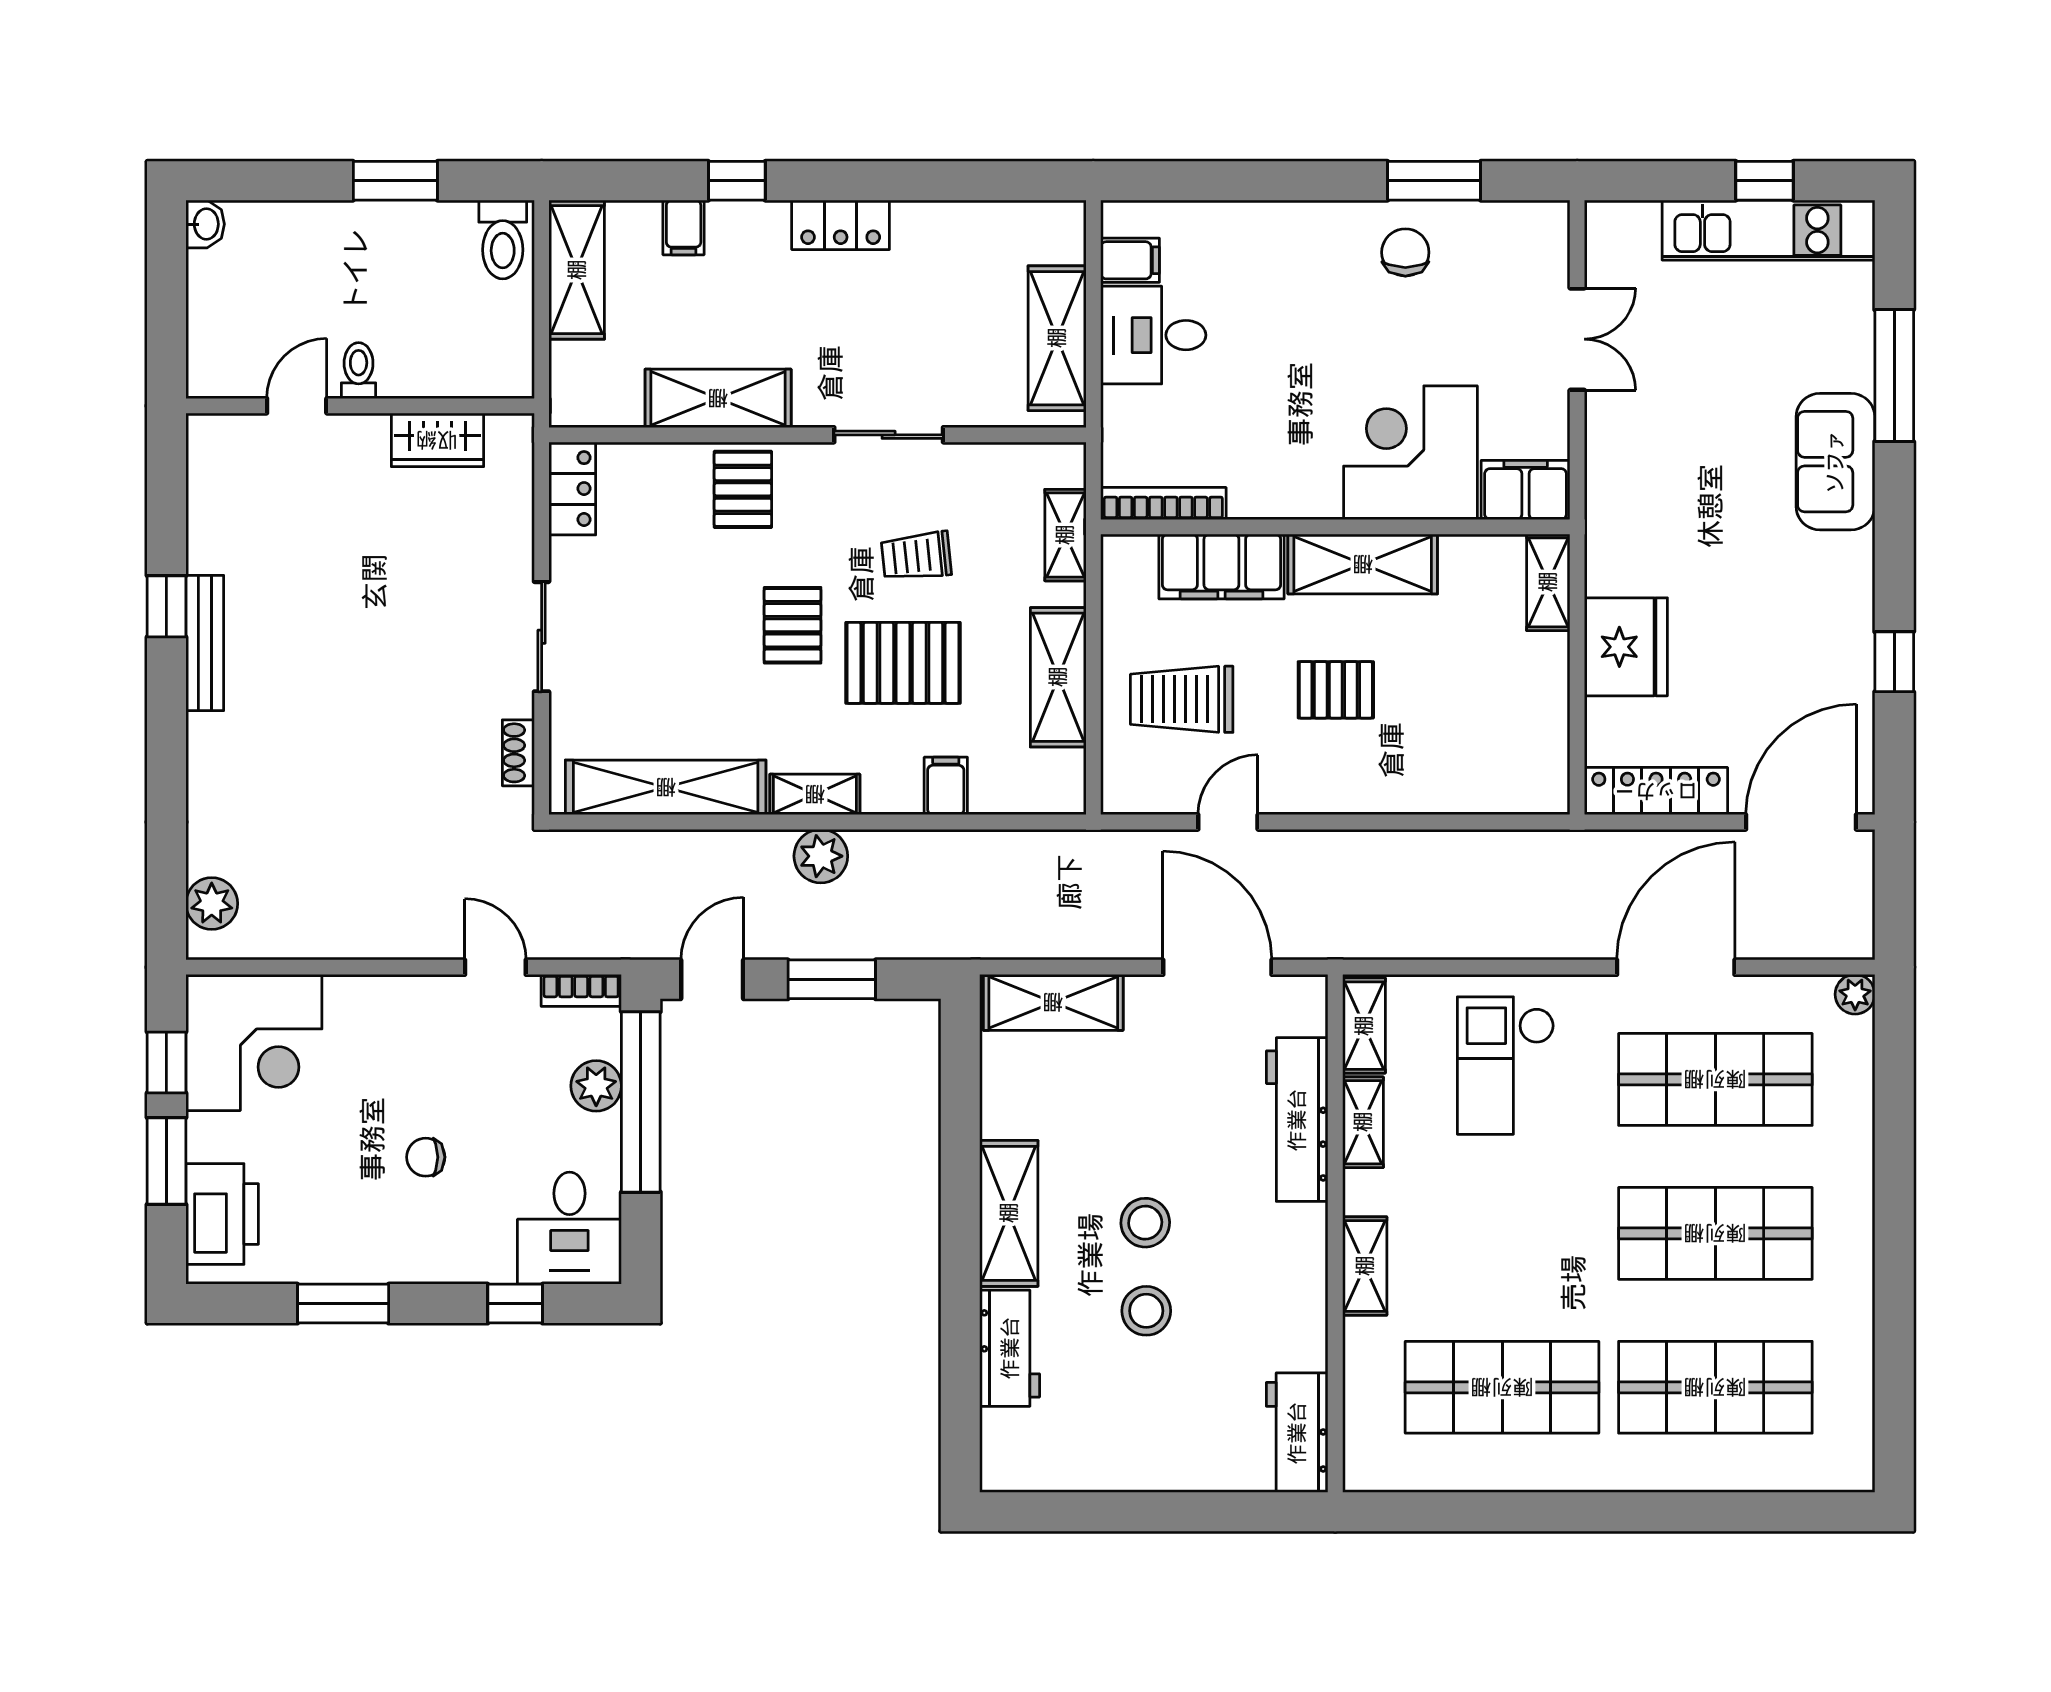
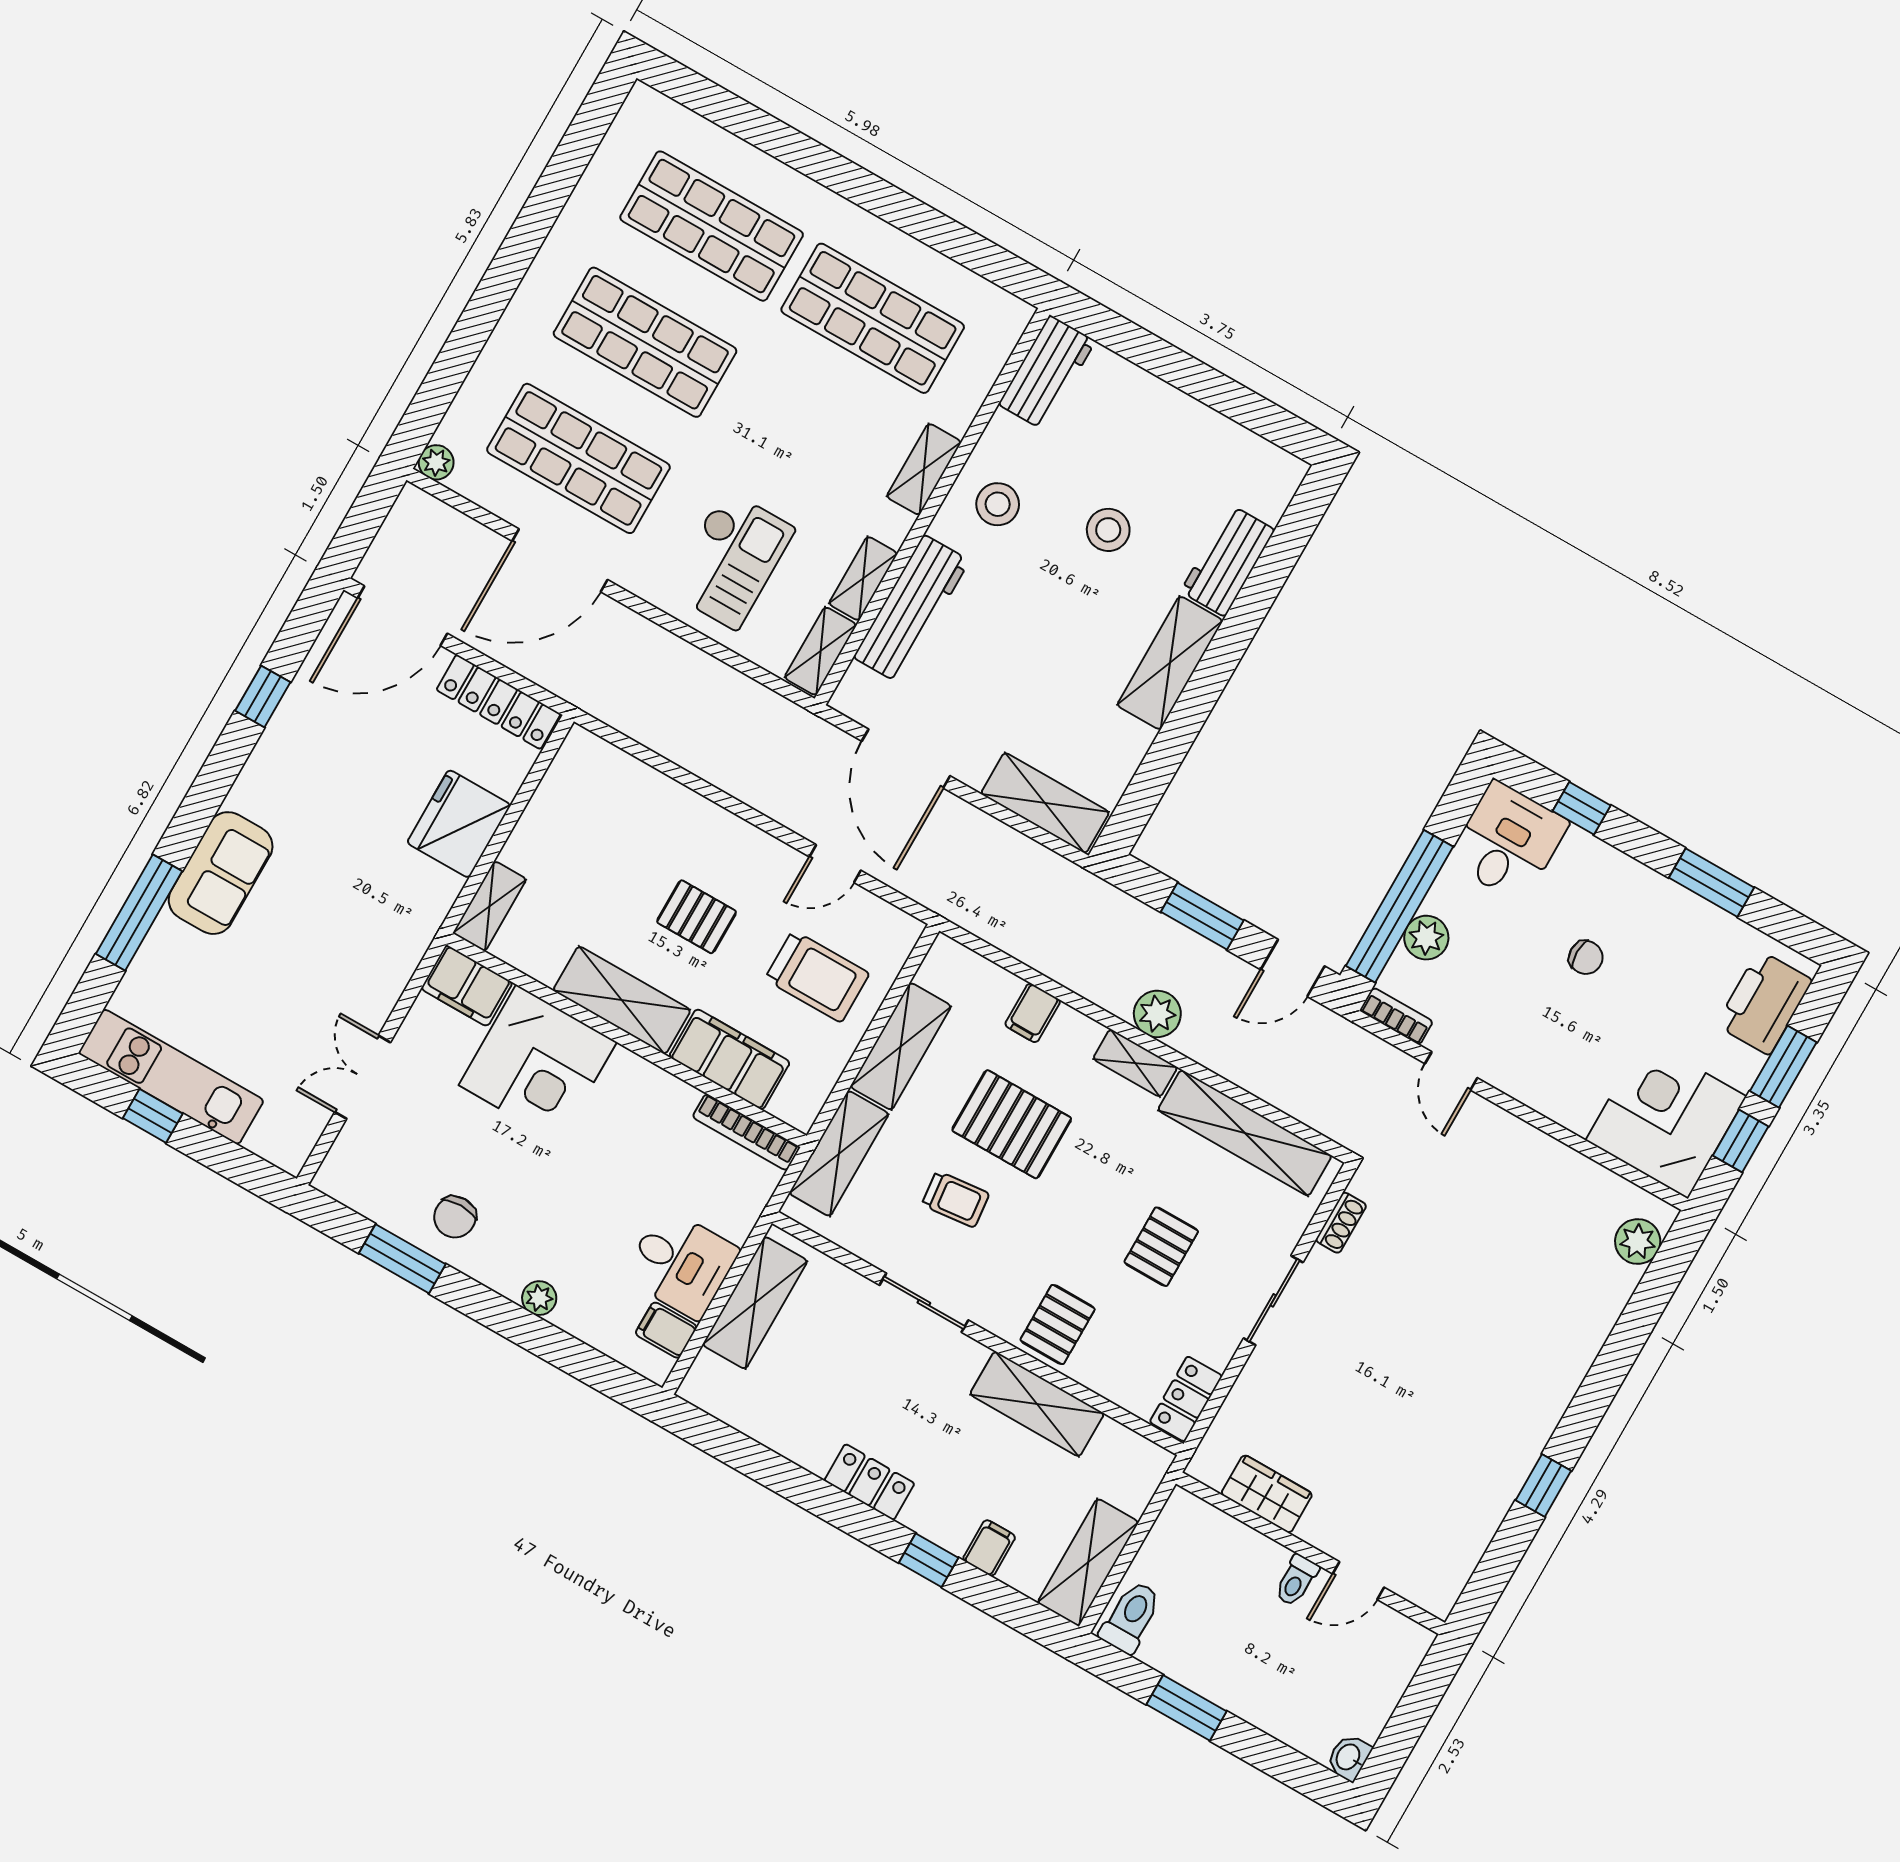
plant: (1275, 220) -> (539, 1298), added
shelving: (1065, 535) -> (839, 1154), width x1.50, depth x1.33
pallet: (793, 625) -> (1161, 1247), moved
bench: (205, 643) -> (1530, 1441), removed
stool: (1145, 1223) -> (998, 504), moved

